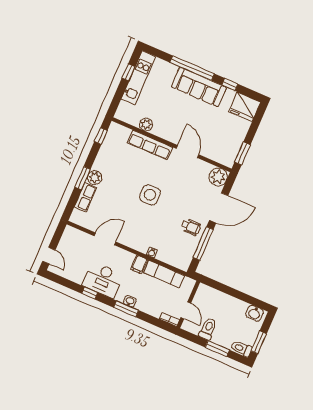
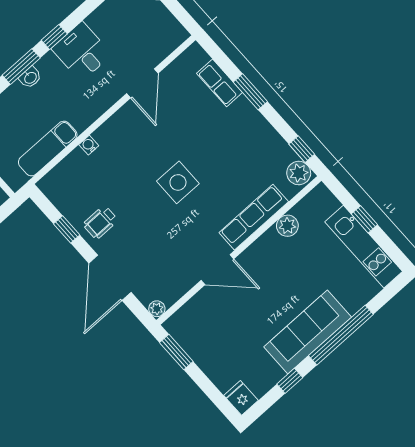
window: (129, 72) -> (364, 219), moved
fridge: (245, 107) -> (241, 398), width x0.53, depth x0.75
plant: (218, 177) -> (157, 309), width x0.53, depth x0.53
plant: (95, 178) -> (299, 173), moved
window: (203, 244) -> (67, 229), width x0.46
filing cabinet: (139, 265) -> (79, 117), removed
desk: (103, 280) -> (82, 52), width x0.73
window: (90, 293) -> (54, 37), moved

